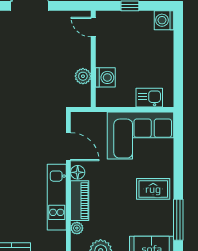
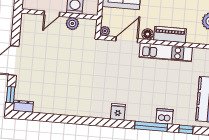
door: (93, 27) -> (52, 14), moved
plant: (77, 228) -> (105, 31), moved

